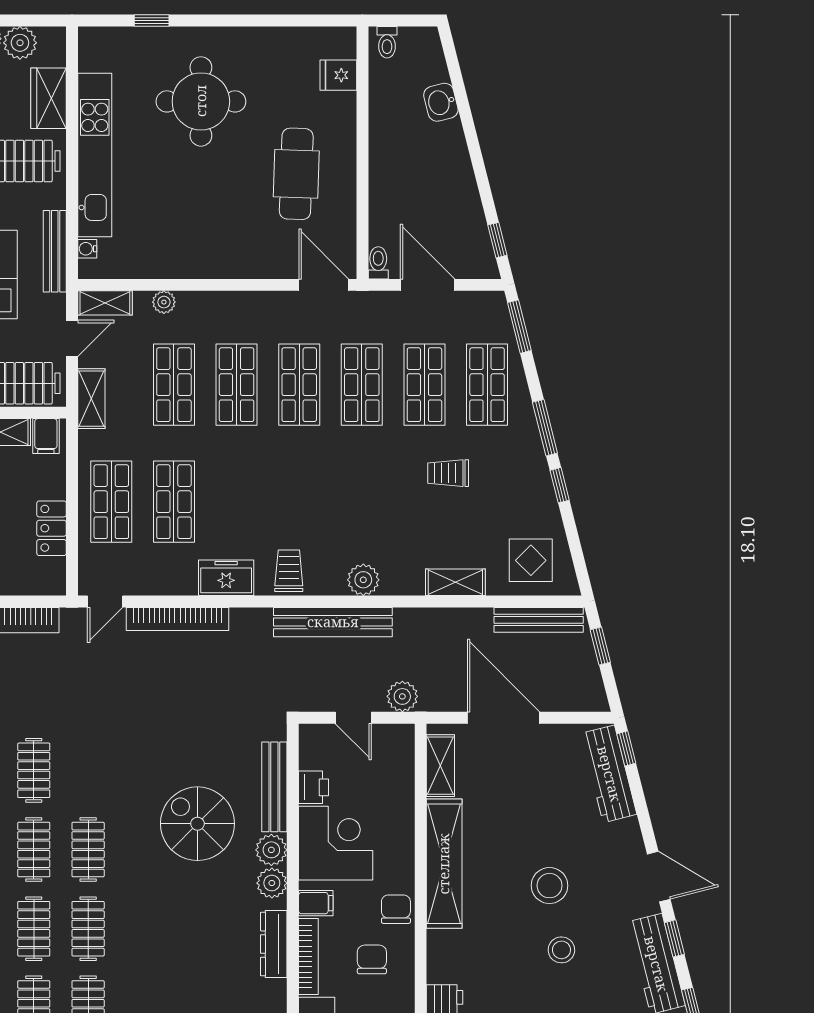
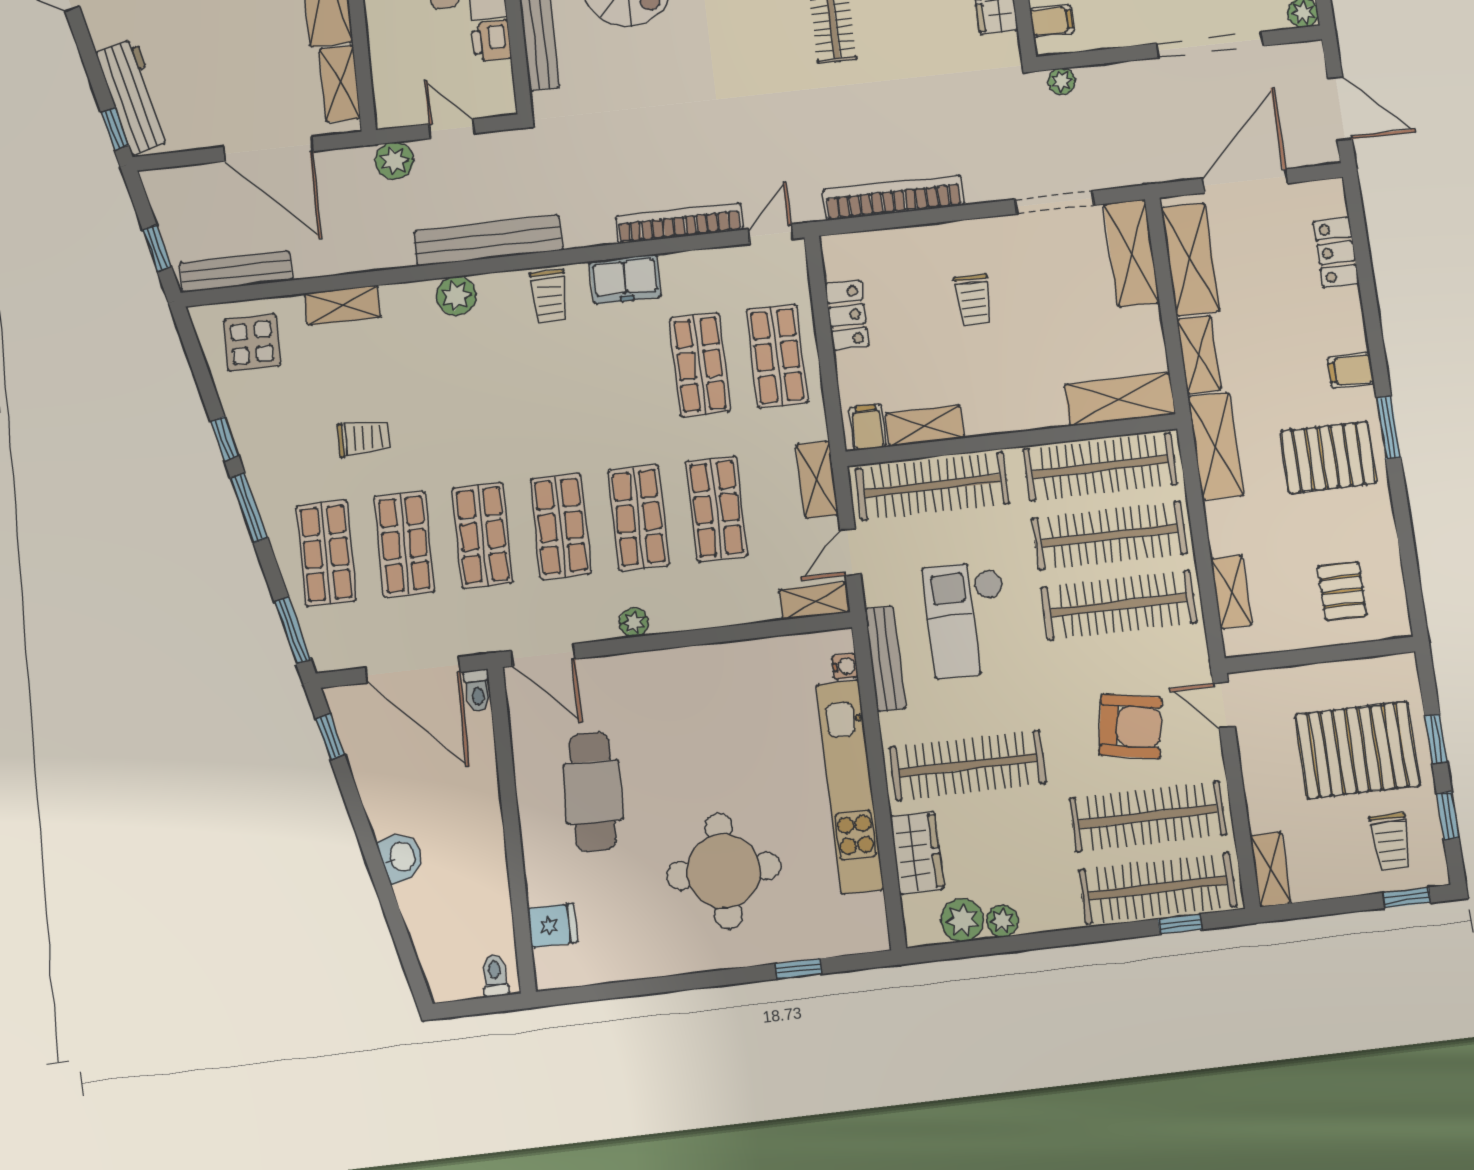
washbasin: (441, 102) -> (401, 857), moved
door: (427, 285) -> (413, 670), width x1.36
plant: (164, 302) -> (634, 623), moved

